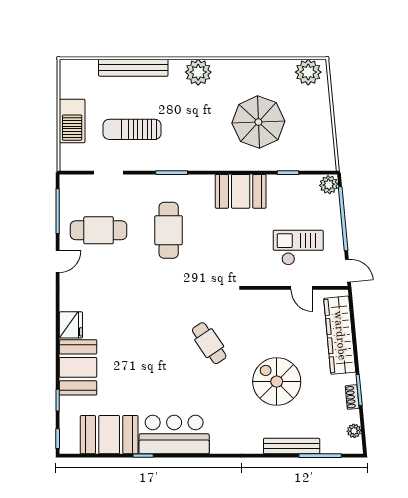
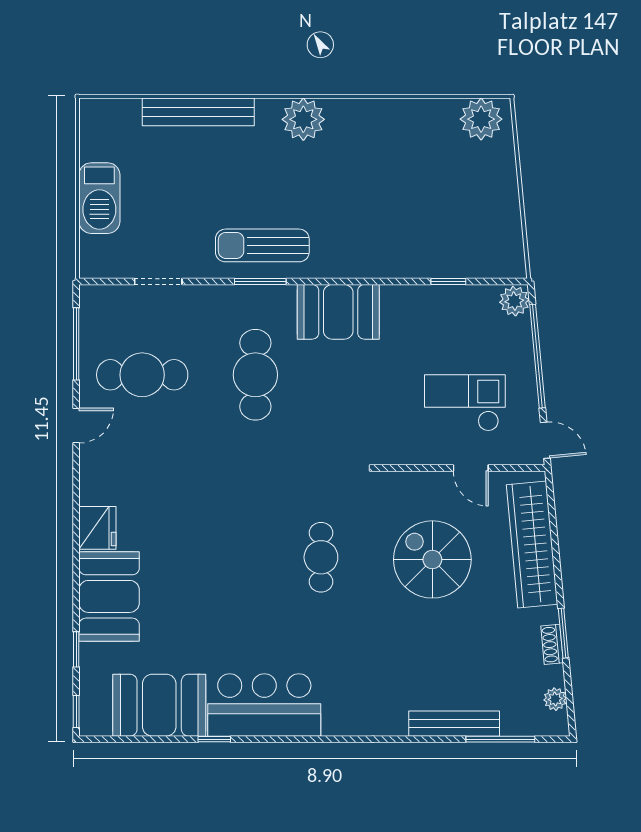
parasol: (258, 122) -> (401, 200), removed
sun lounger: (132, 129) -> (262, 245), moved
booth: (241, 191) -> (338, 312), moved
cafe table: (209, 343) -> (321, 557), turned 34
spiral stairs: (277, 382) -> (432, 559), moved

